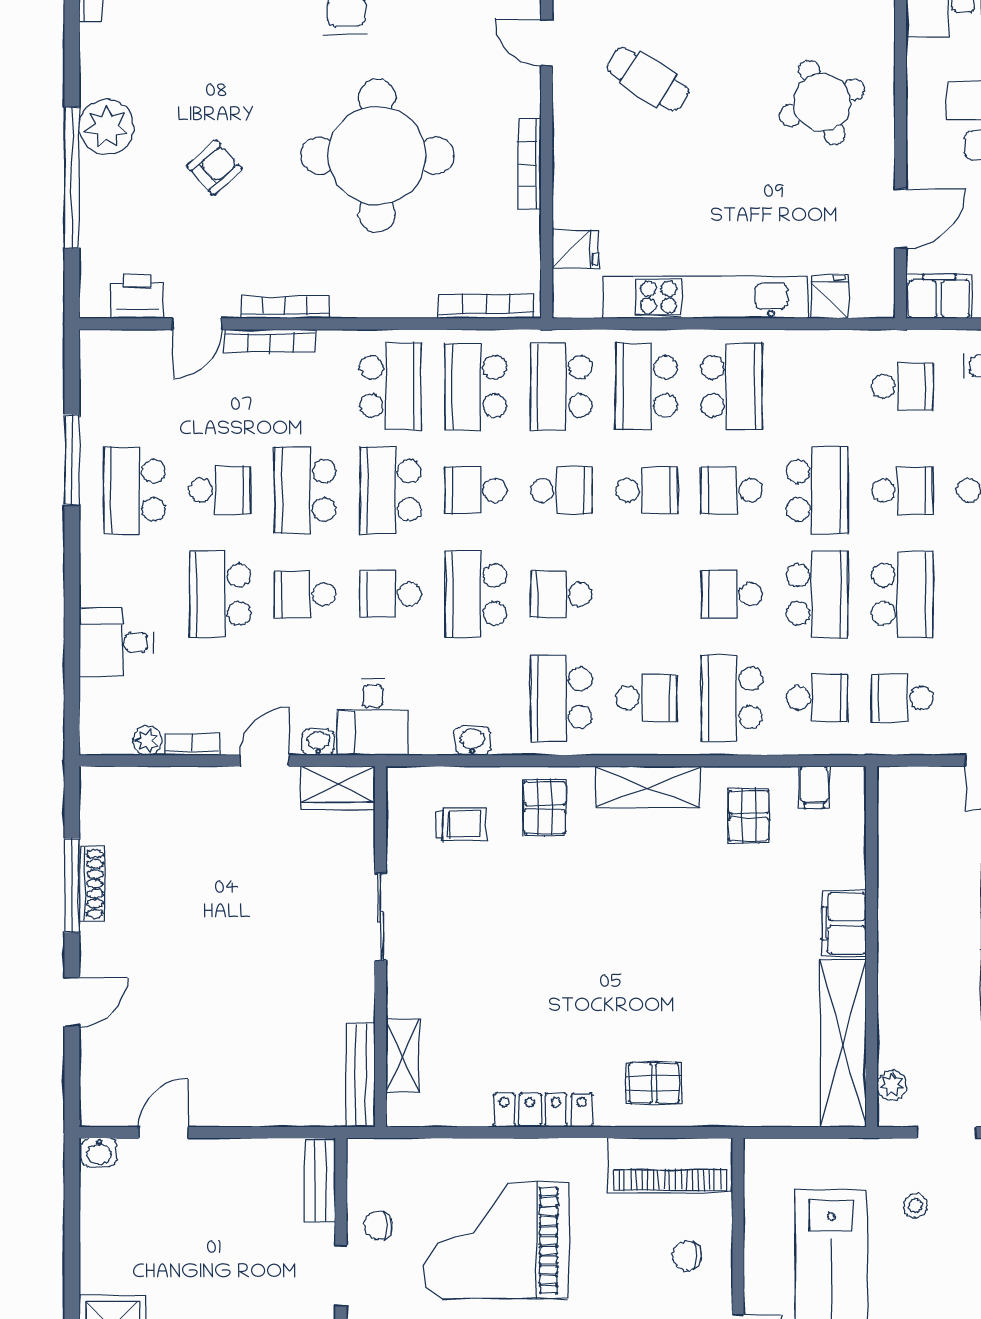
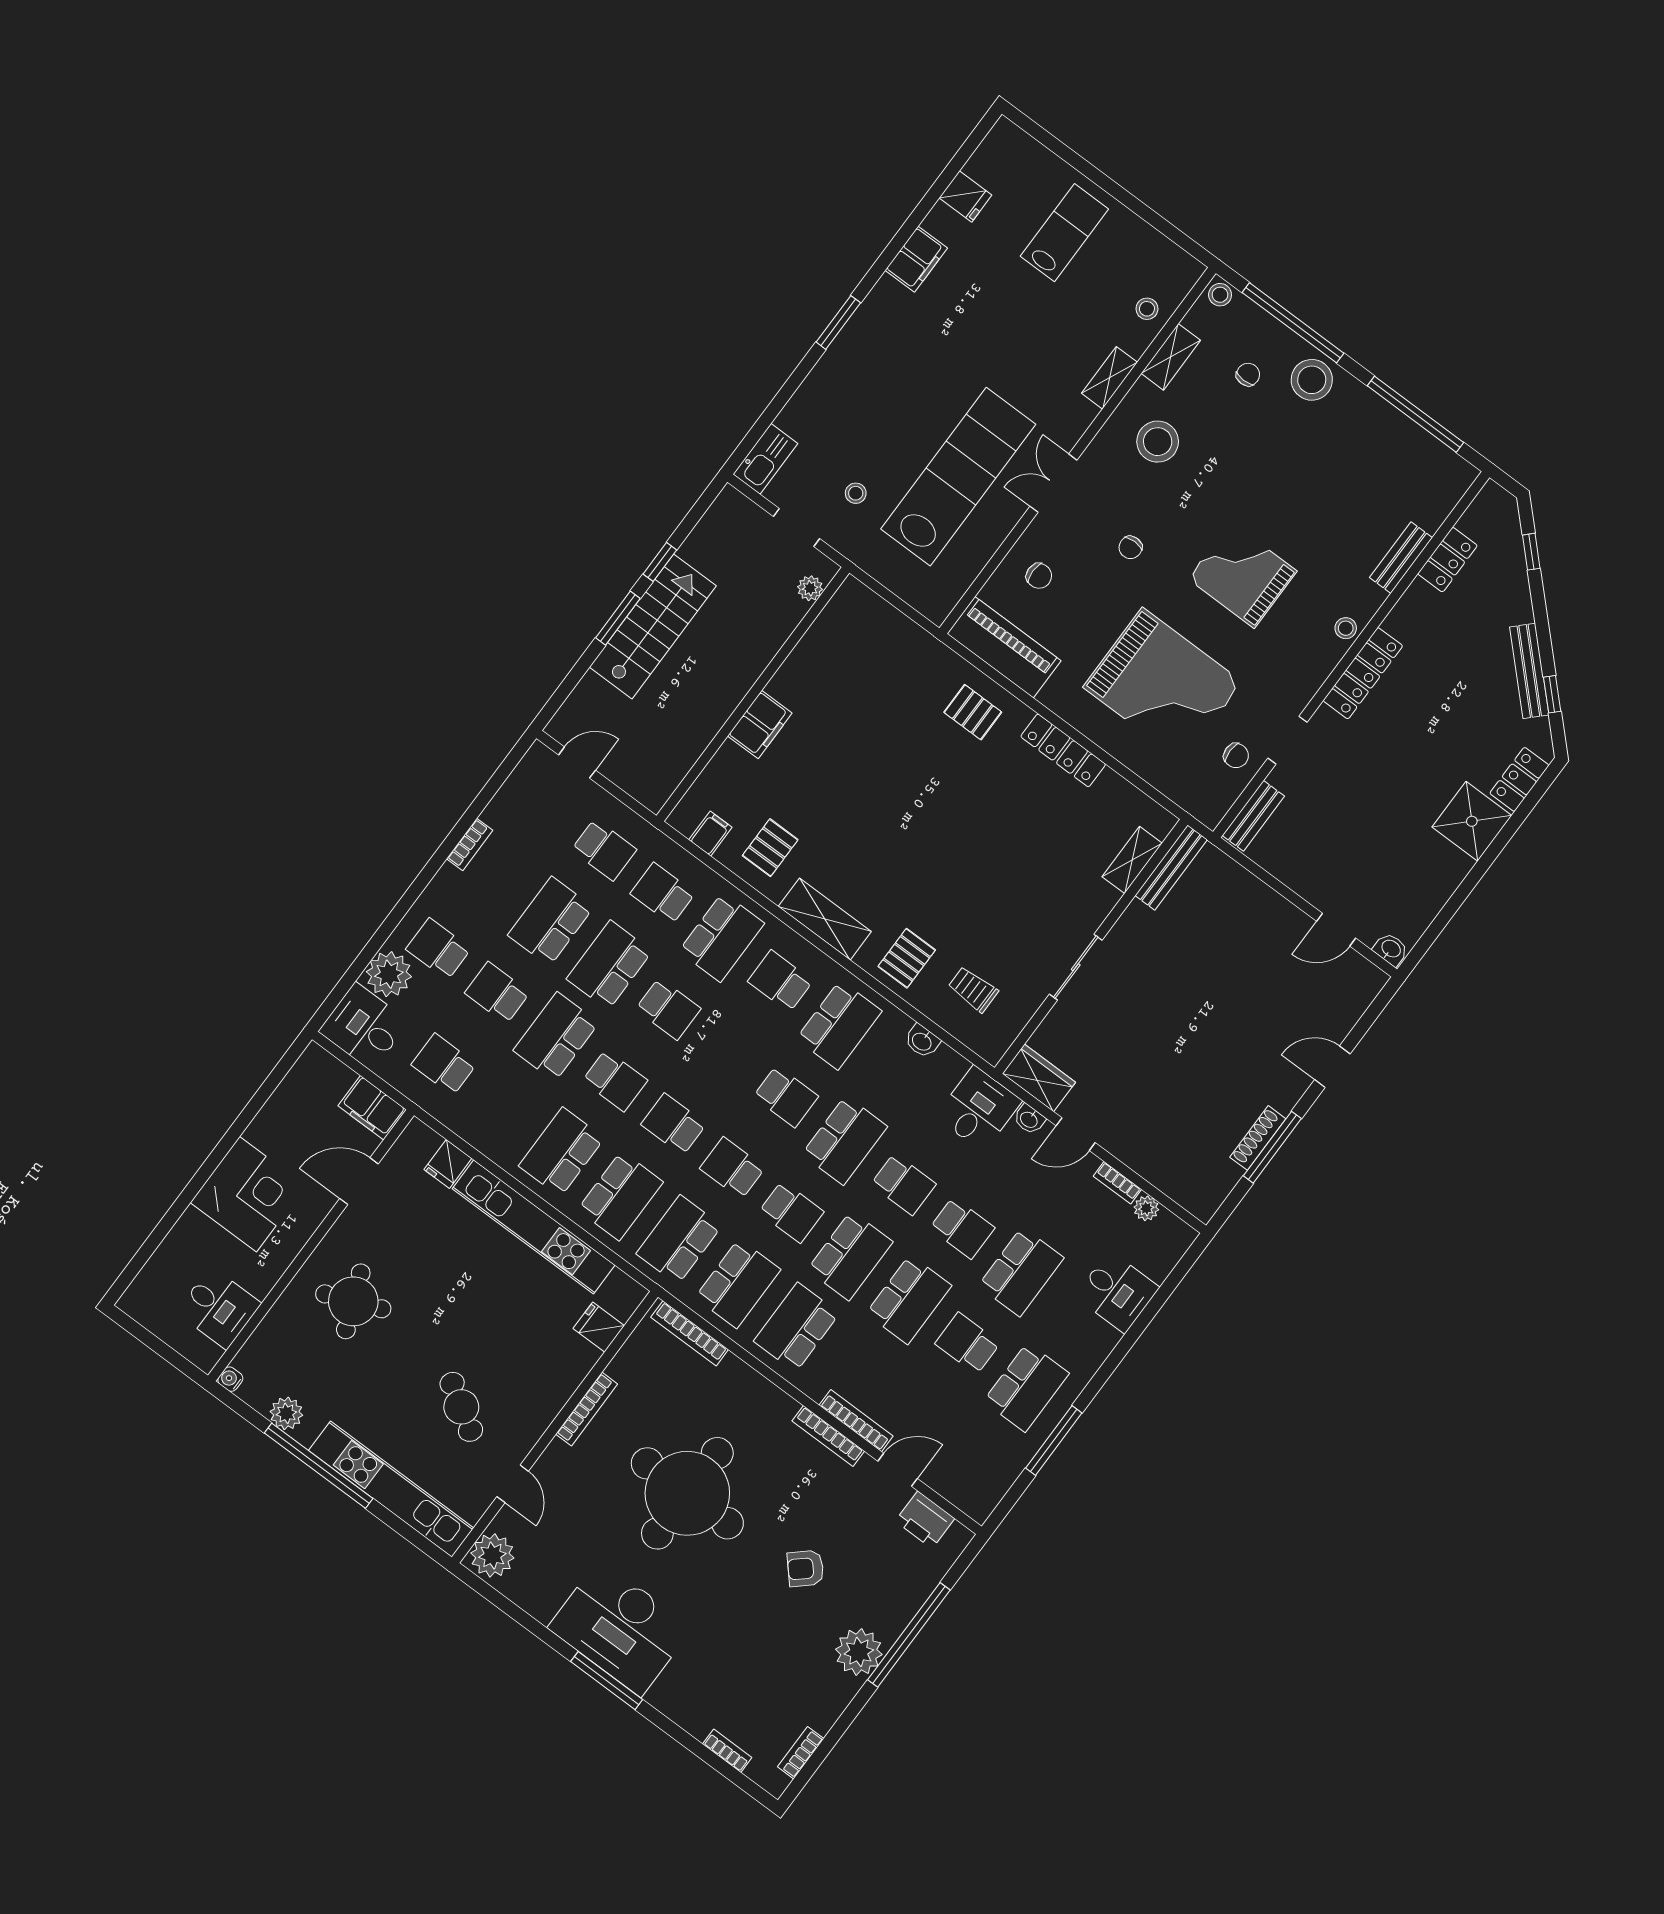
school desk: (561, 386) -> (679, 1240), turned 180
shelving: (843, 1043) -> (822, 642), removed

